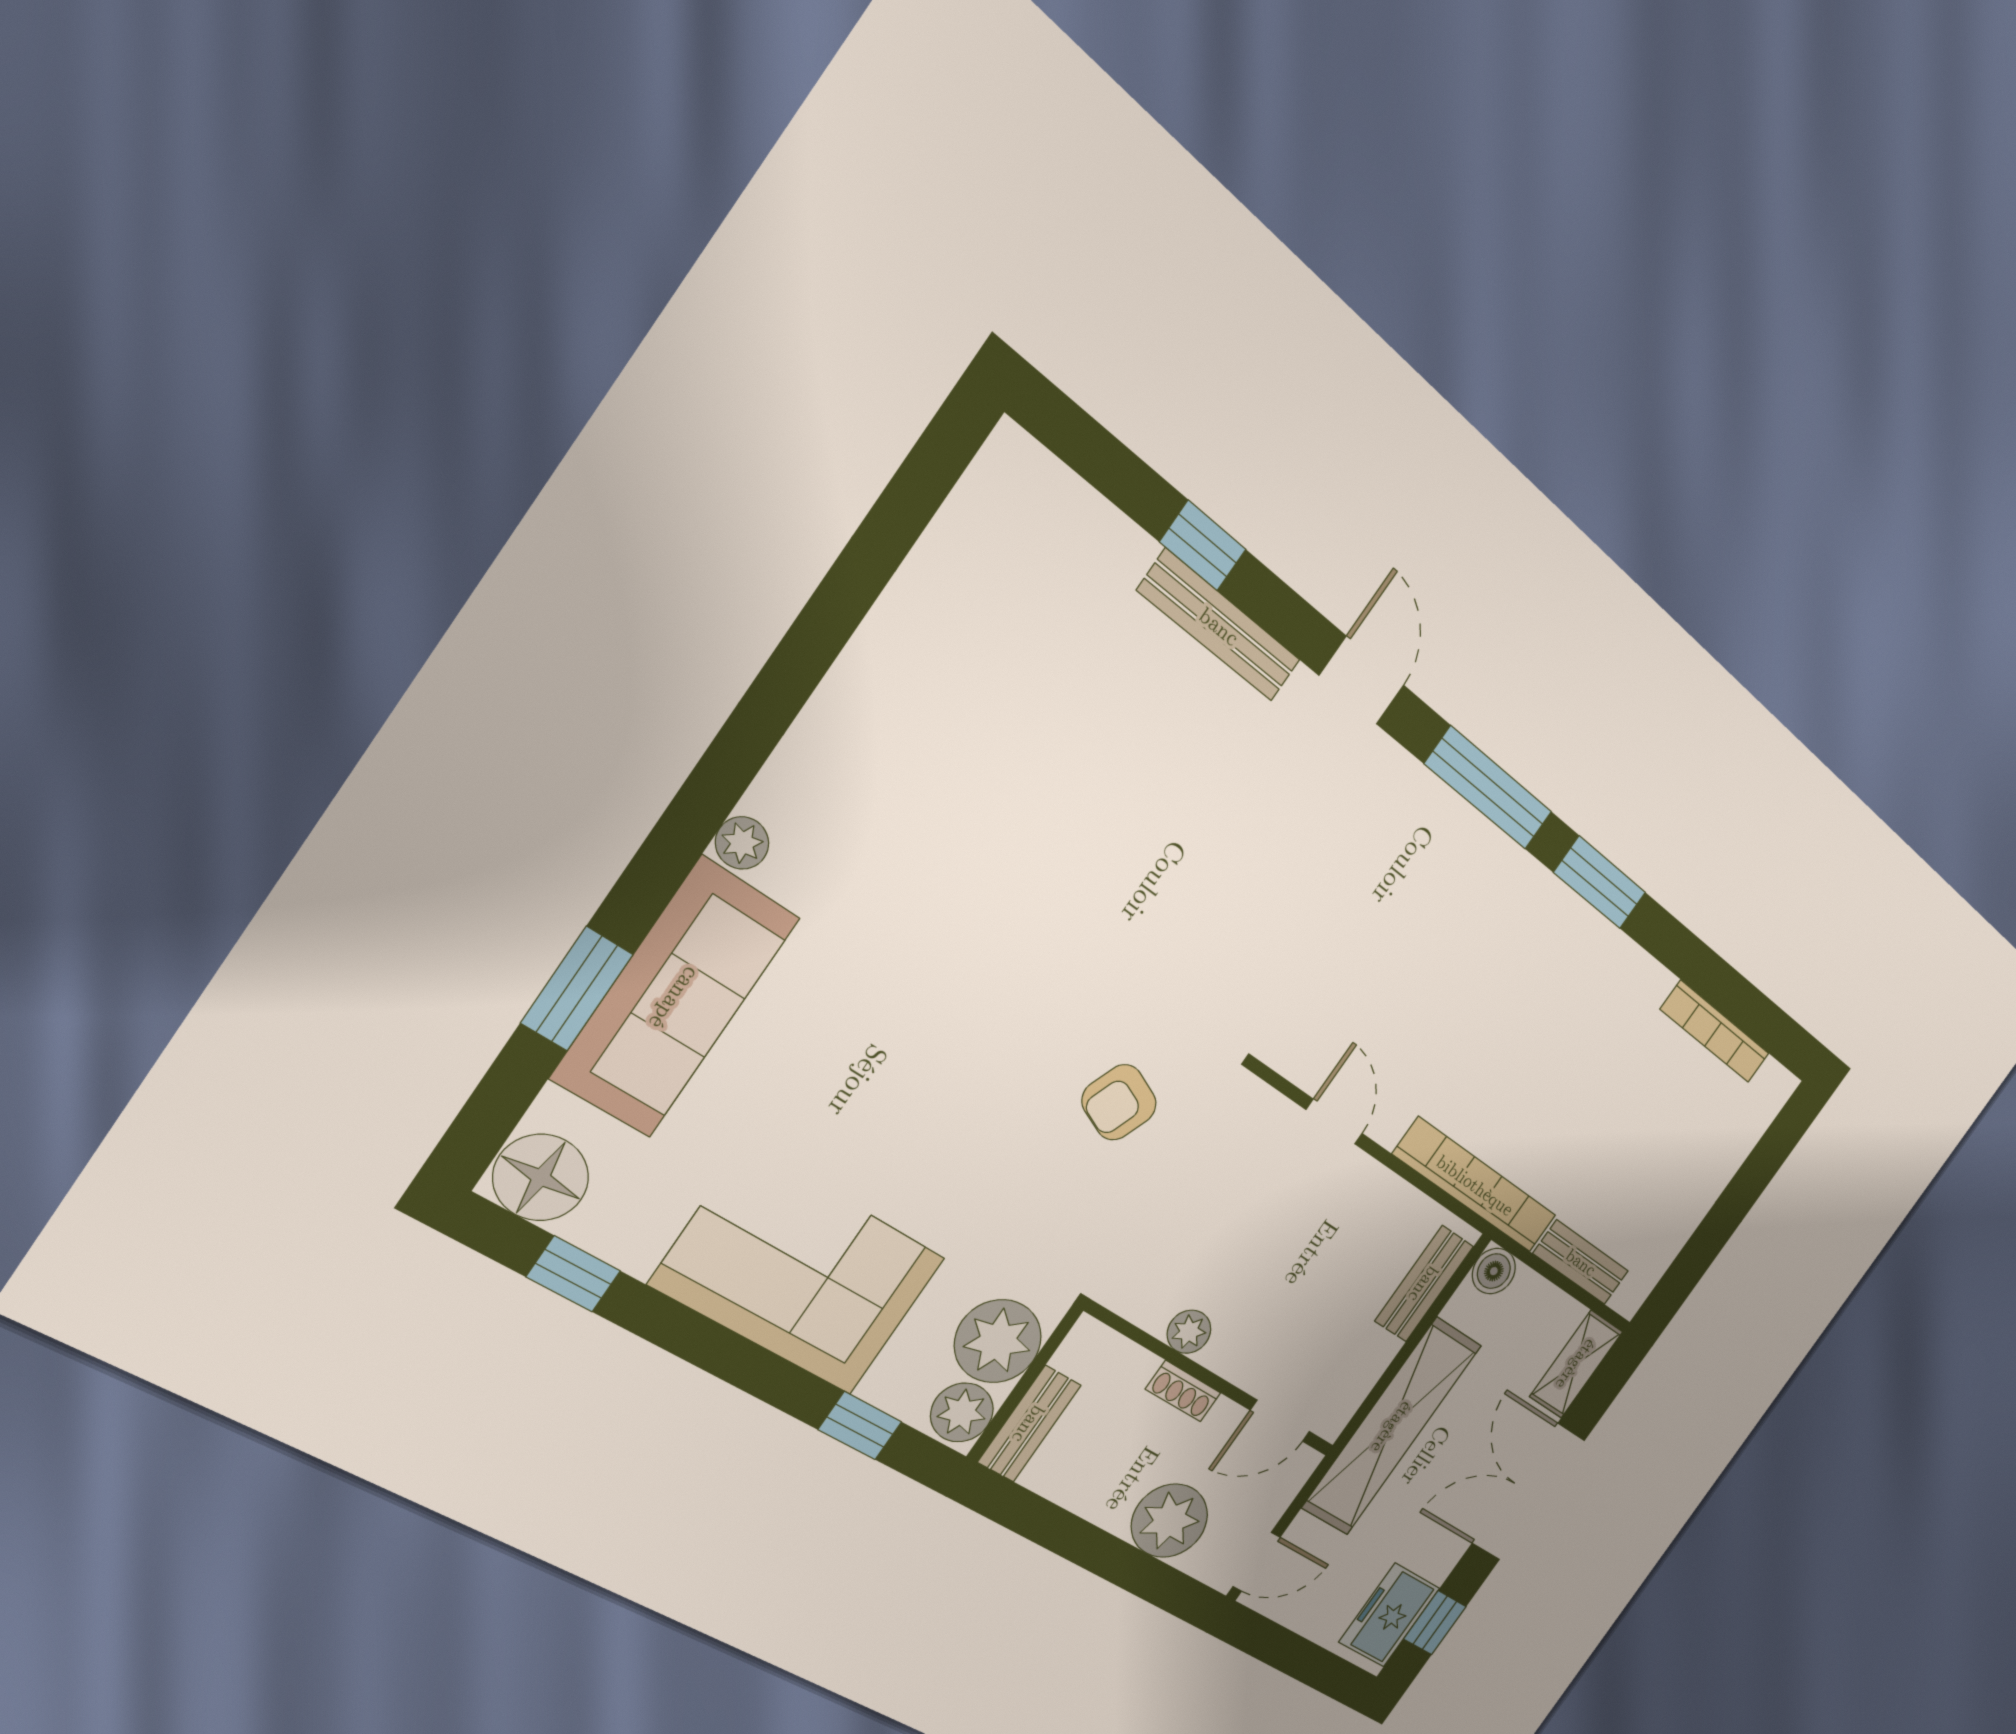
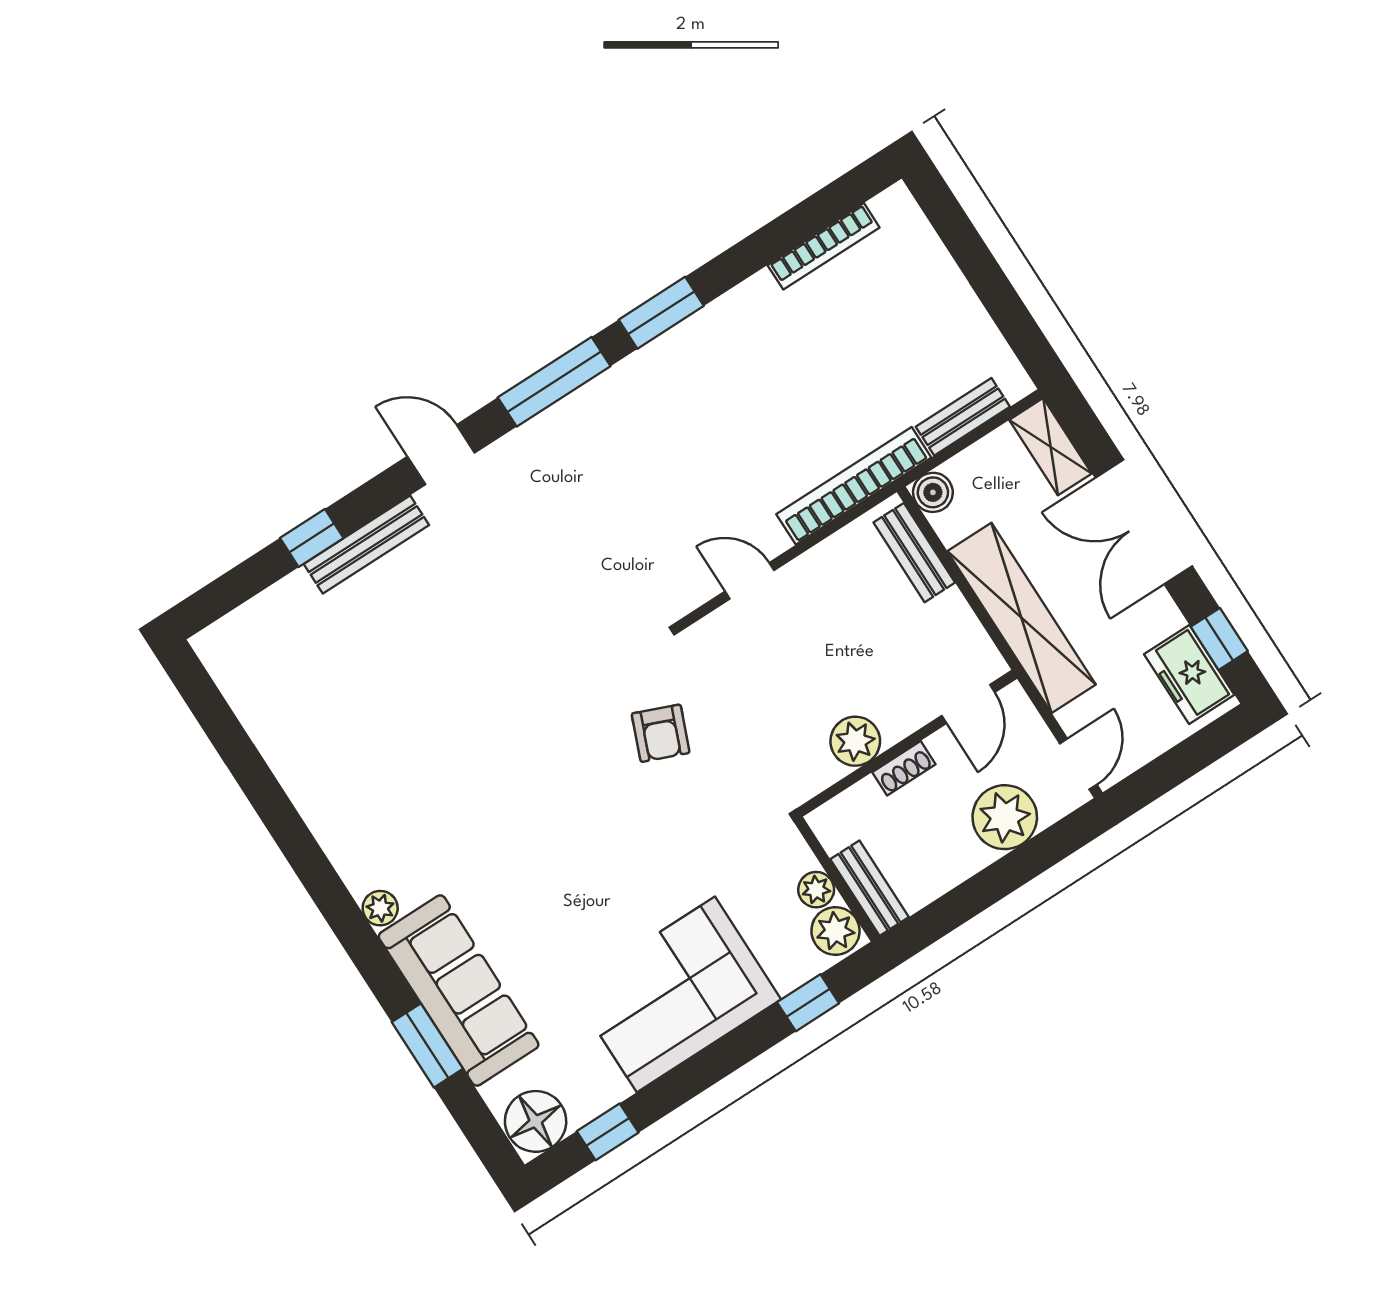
plant: (1189, 1332) -> (855, 741), width x1.38, depth x1.38
plant: (998, 1341) -> (816, 890), width x0.53, depth x0.53

